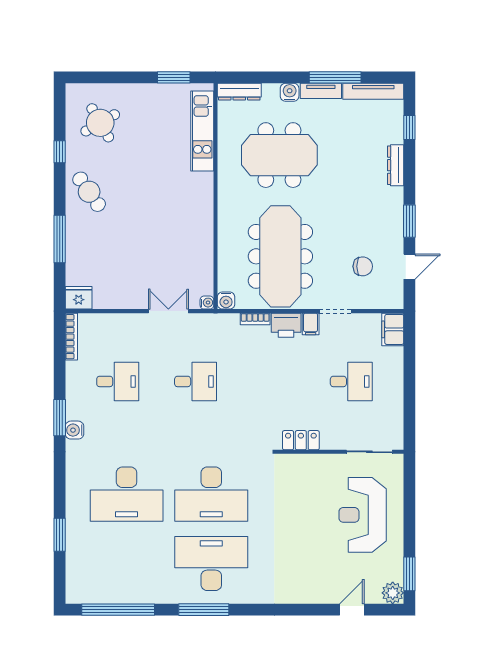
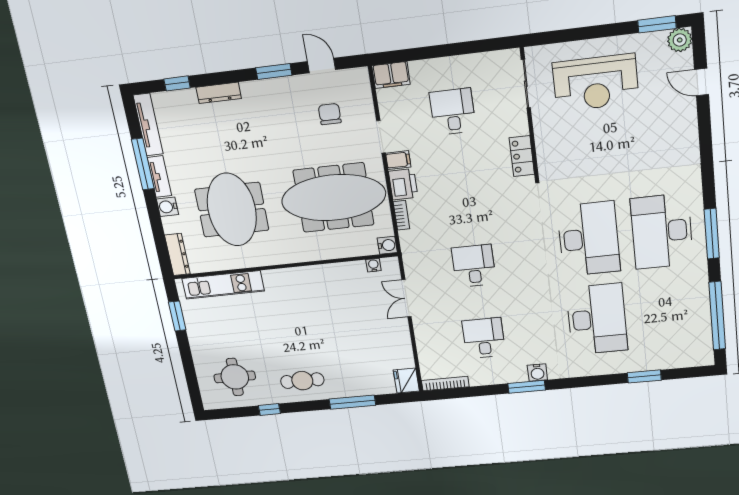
round table: (100, 123) -> (235, 377), turned 30
cafe table: (89, 192) -> (302, 381), turned 35
water cooler: (207, 303) -> (373, 265), moved

